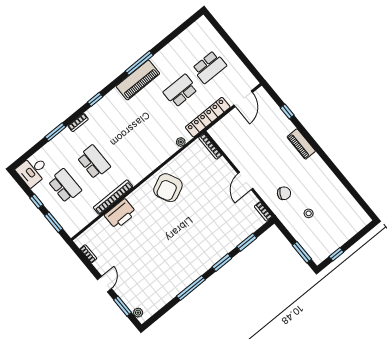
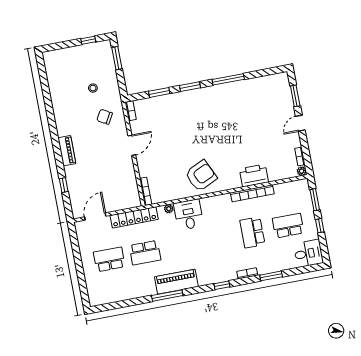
desk: (160, 147) -> (189, 215), added
school desk: (65, 186) -> (288, 226), turned 90
plant: (138, 313) -> (302, 171), moved

